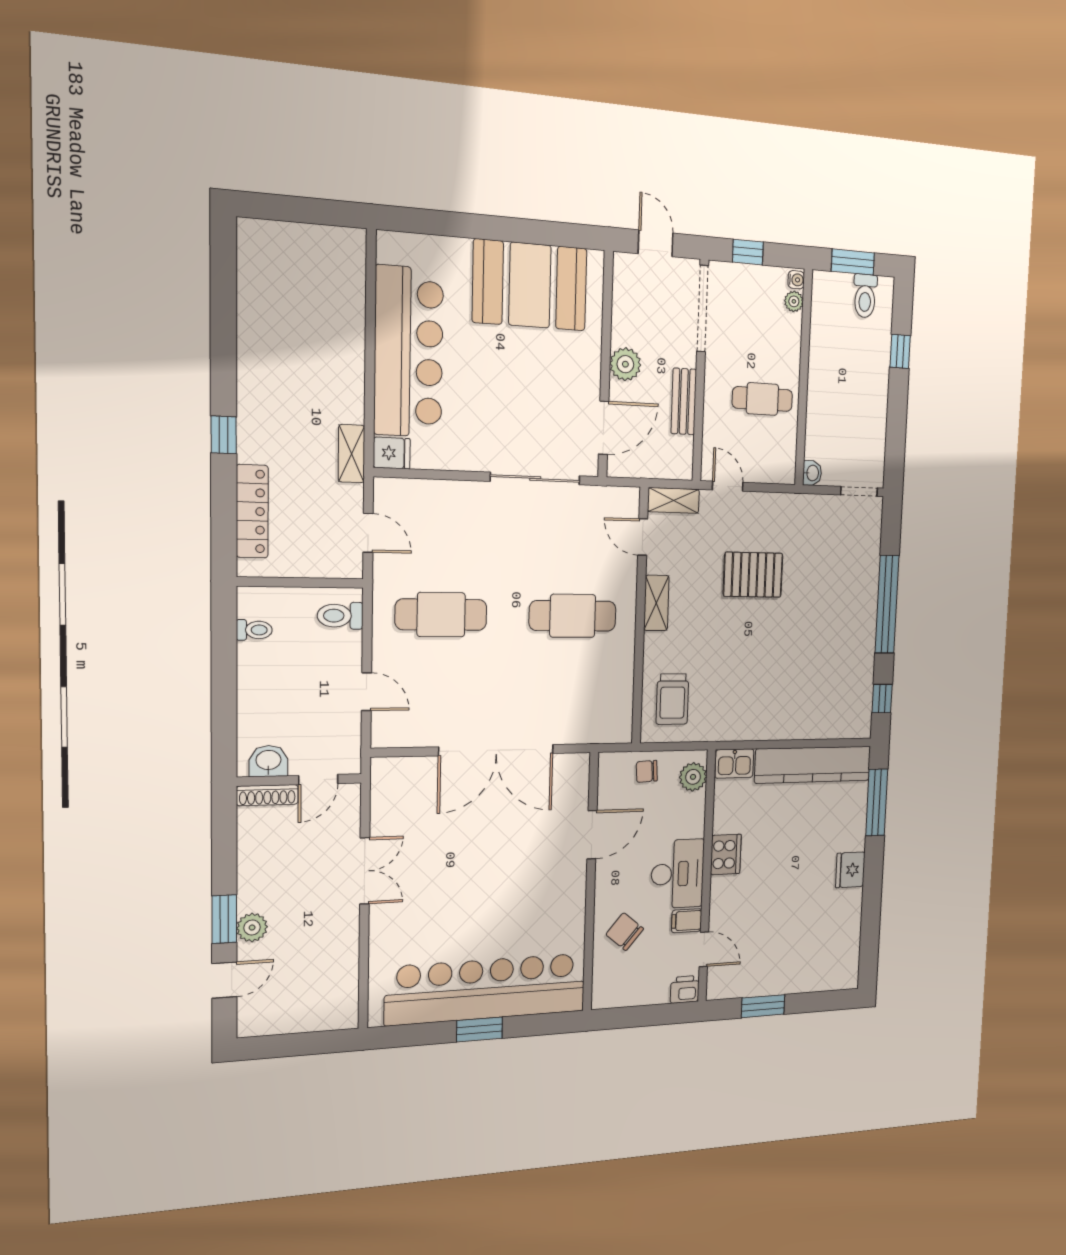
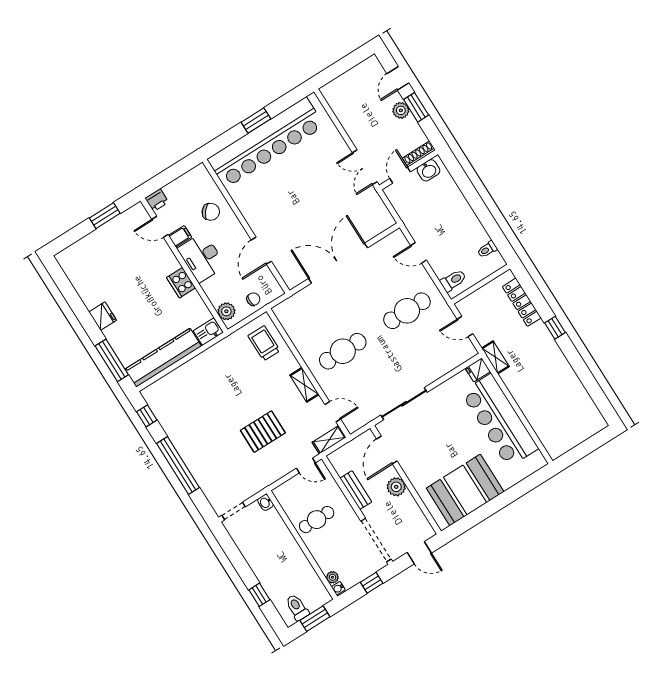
washbasin: (268, 761) -> (428, 170), moved
wall: (300, 780) -> (409, 170), moved
door: (318, 780) -> (400, 175), moved
shoe rack: (267, 795) -> (419, 154), moved

